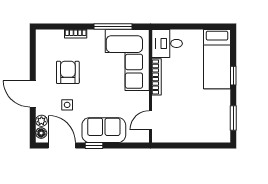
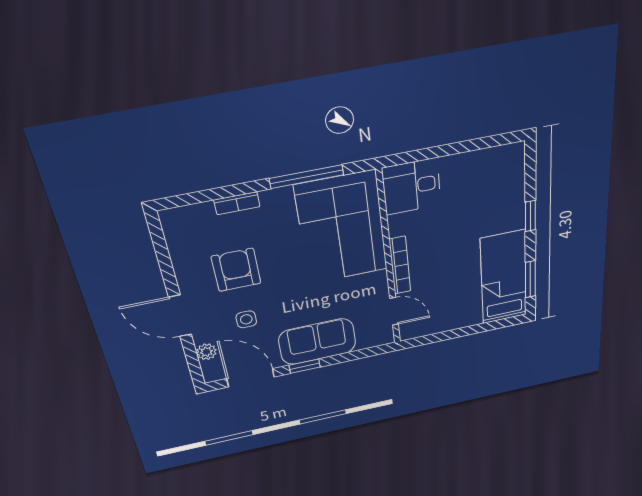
bed: (217, 59) -> (504, 278), moved, turned 180
bookcase: (157, 77) -> (400, 265), moved
door: (150, 120) -> (394, 311), swing flipped
floor lamp: (41, 133) -> (210, 369), removed

